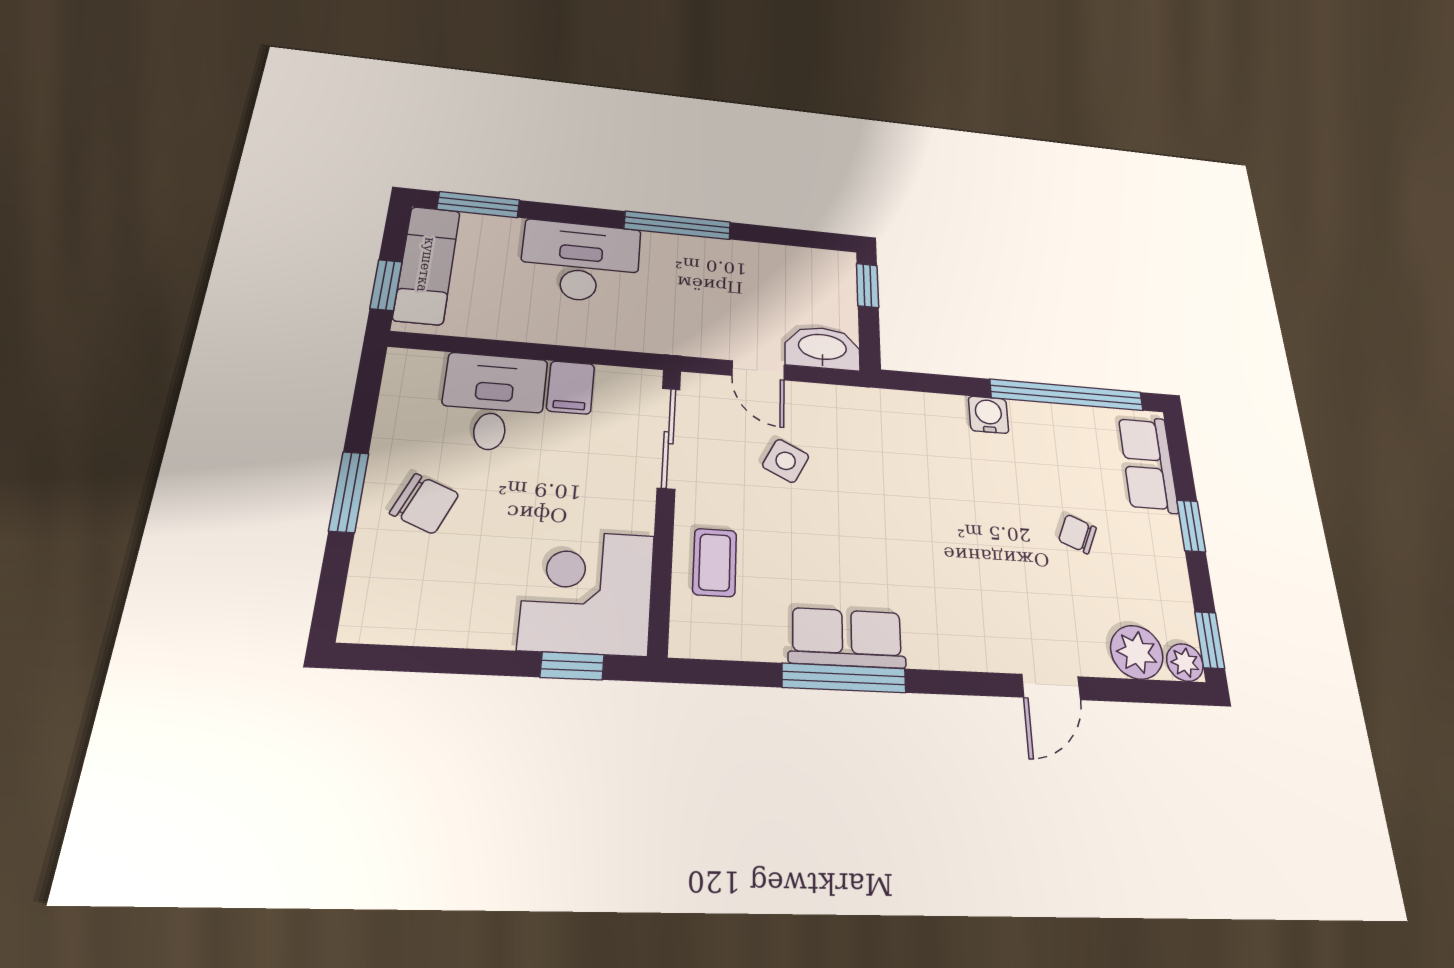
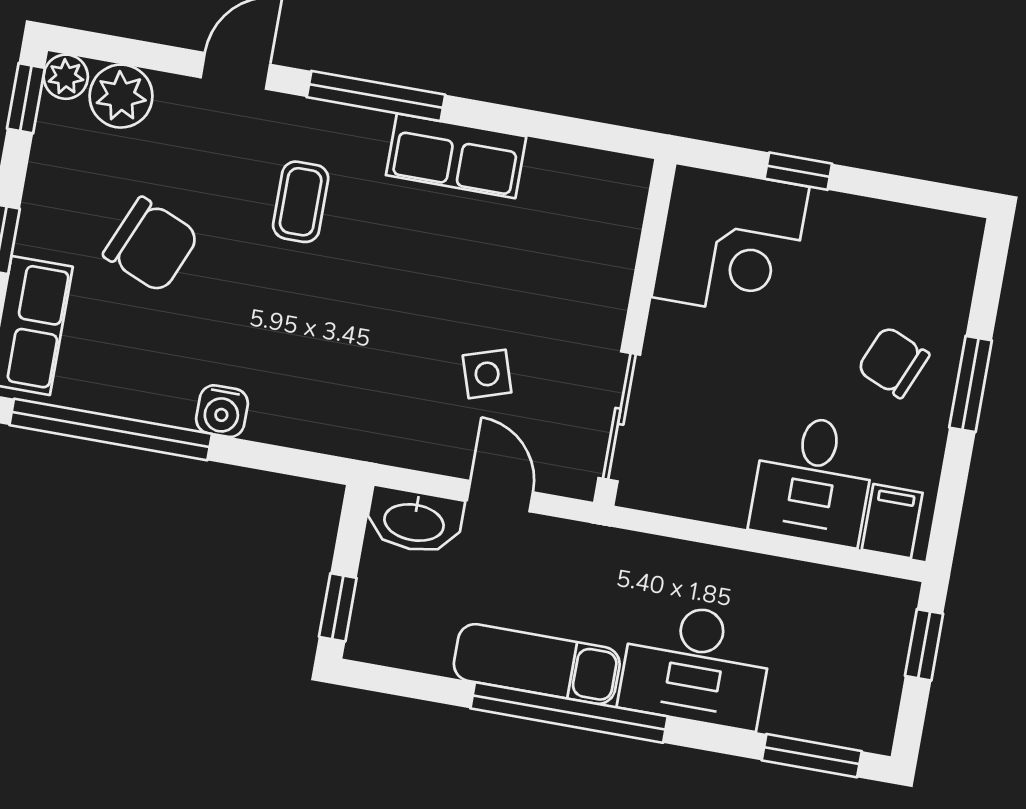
window: (677, 225) -> (569, 712), width x1.46
exam couch: (427, 265) -> (537, 664), moved, turned 90
filing cabinet: (571, 387) -> (892, 521), moved
side table: (786, 461) -> (487, 374), turned 45
chair: (1077, 534) -> (151, 245), width x1.87, depth x1.87
coffee table: (715, 562) -> (301, 202), moved
window: (572, 666) -> (798, 171), moved
window: (844, 678) -> (376, 96), moved

